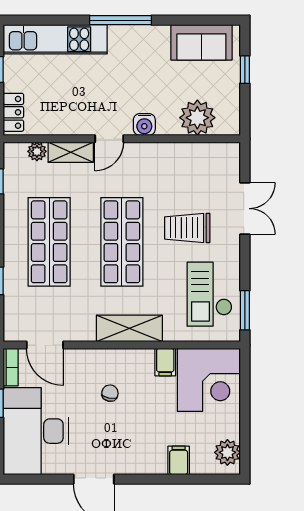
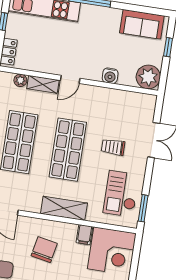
plant: (197, 118) -> (148, 77), moved
water cooler: (144, 124) -> (110, 76), moved
trolley: (187, 228) -> (113, 147), width x0.73, depth x0.72
chair: (110, 393) -> (44, 250), width x1.87, depth x1.87

